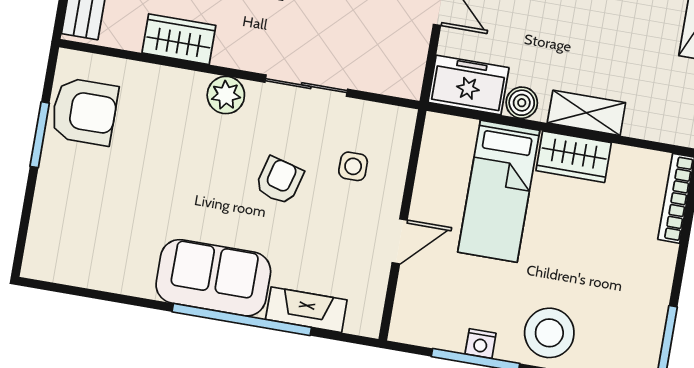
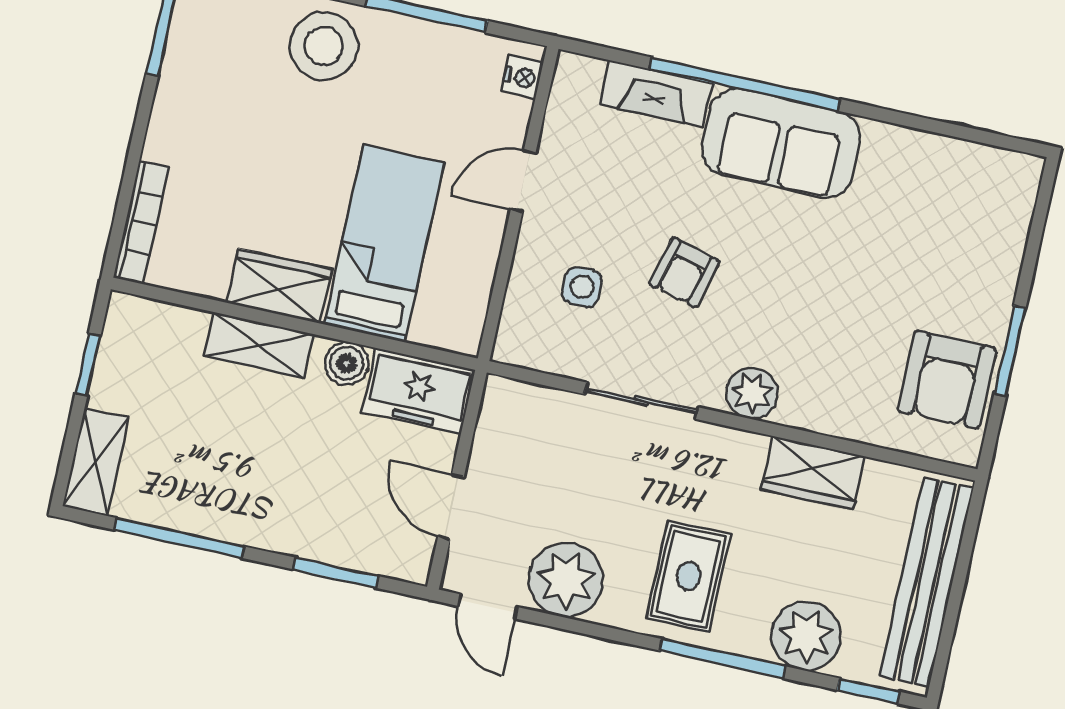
armchair: (84, 111) -> (947, 380), turned -90
nightstand: (481, 344) -> (522, 77), moved, turned 90

